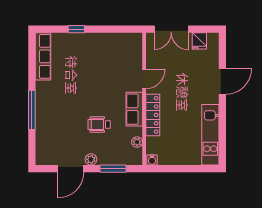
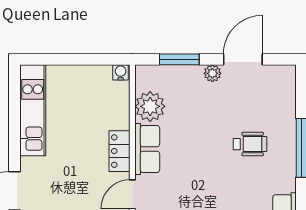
locker: (153, 115) -> (119, 151), width x0.66
wheelchair: (99, 125) -> (250, 144), moved
plant: (137, 142) -> (150, 106), width x1.88, depth x1.88

